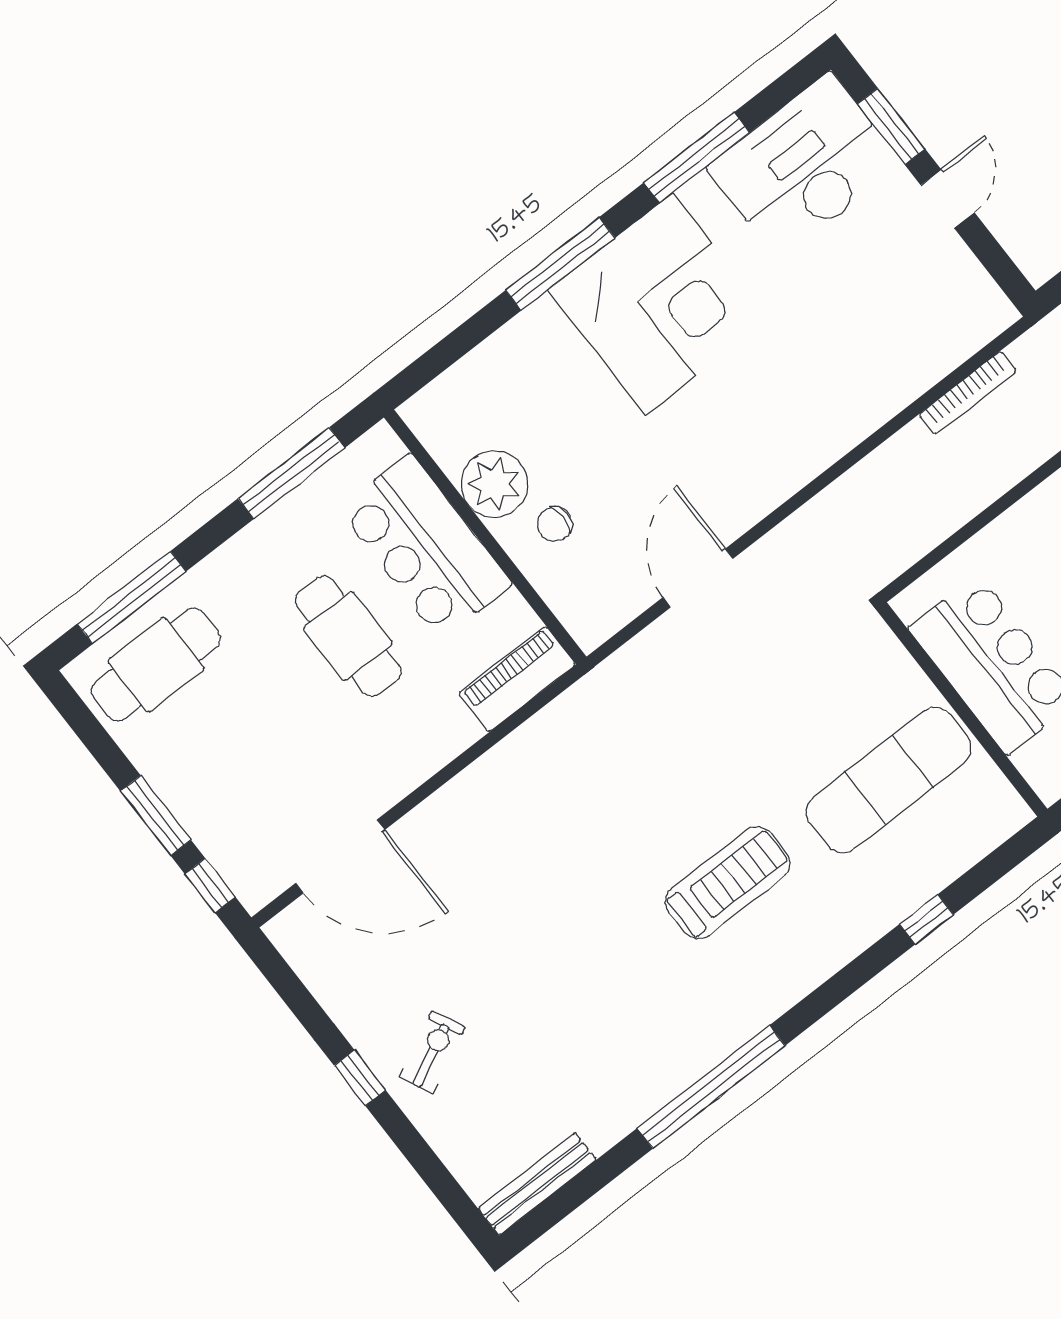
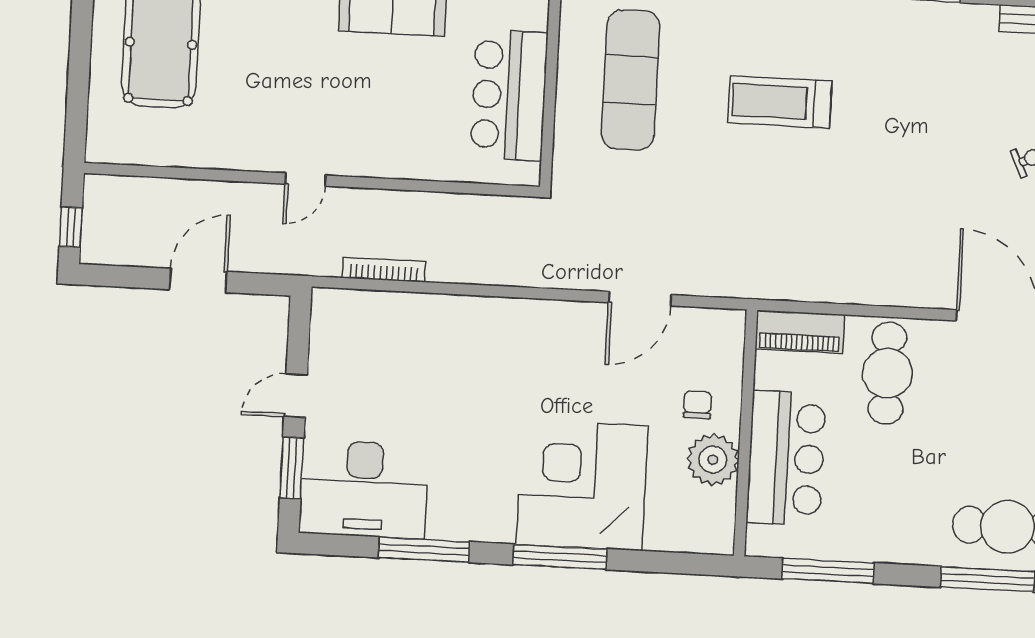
corner desk: (659, 304) -> (582, 485), moved
chair: (555, 524) -> (697, 405), turned -90
cafe table: (348, 636) -> (887, 373), moved
exercise mat: (889, 780) -> (631, 80), turned 90

